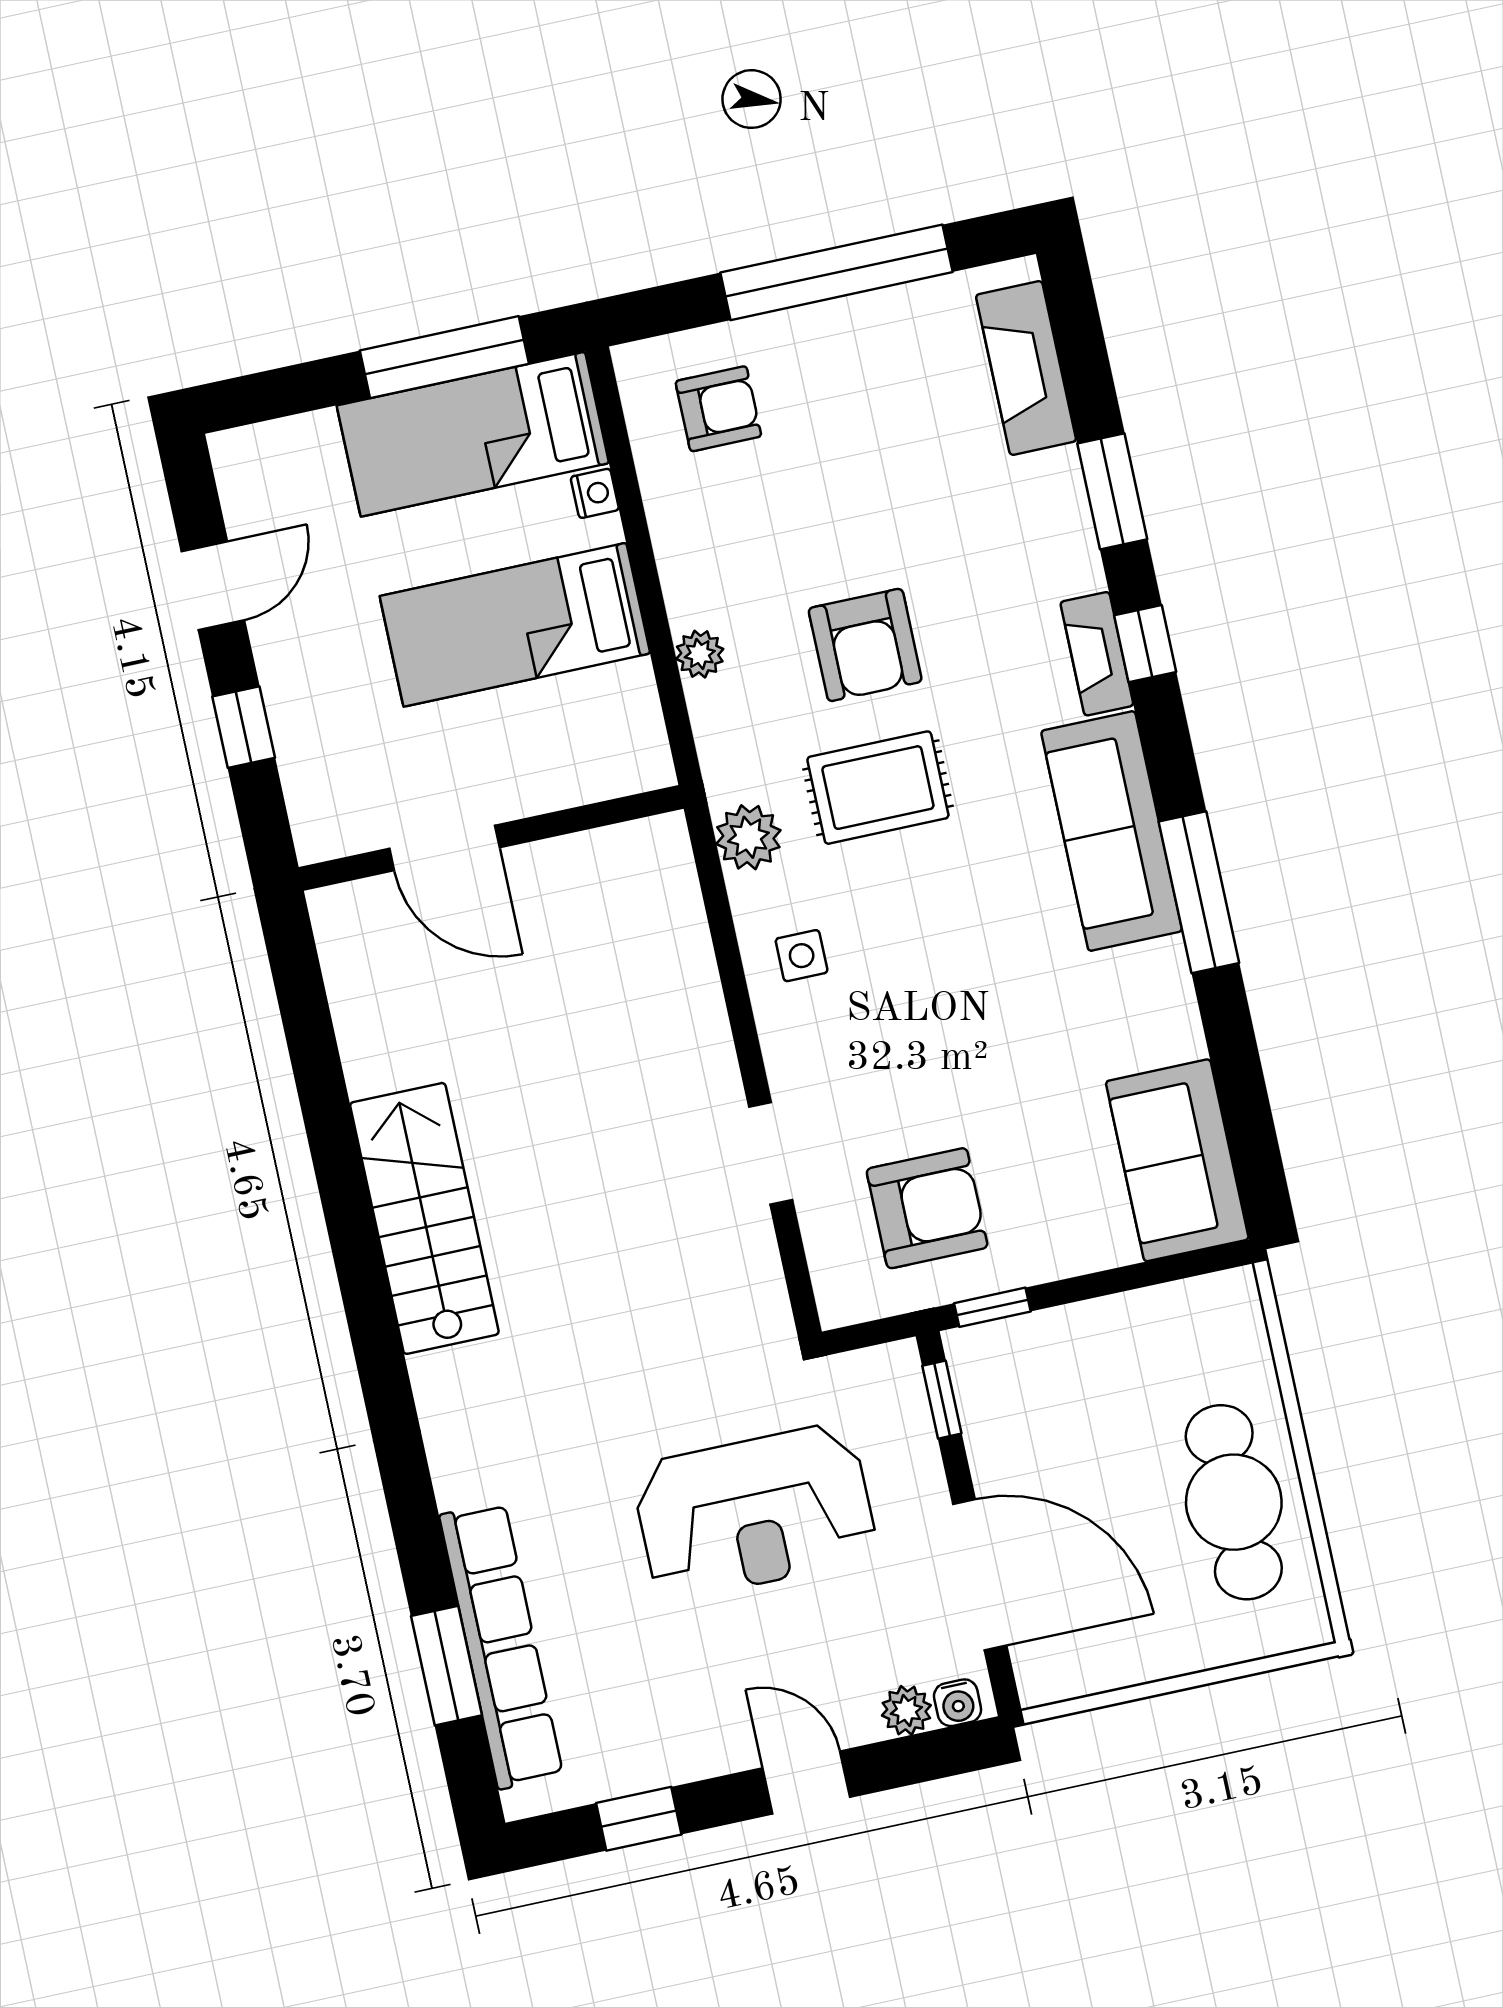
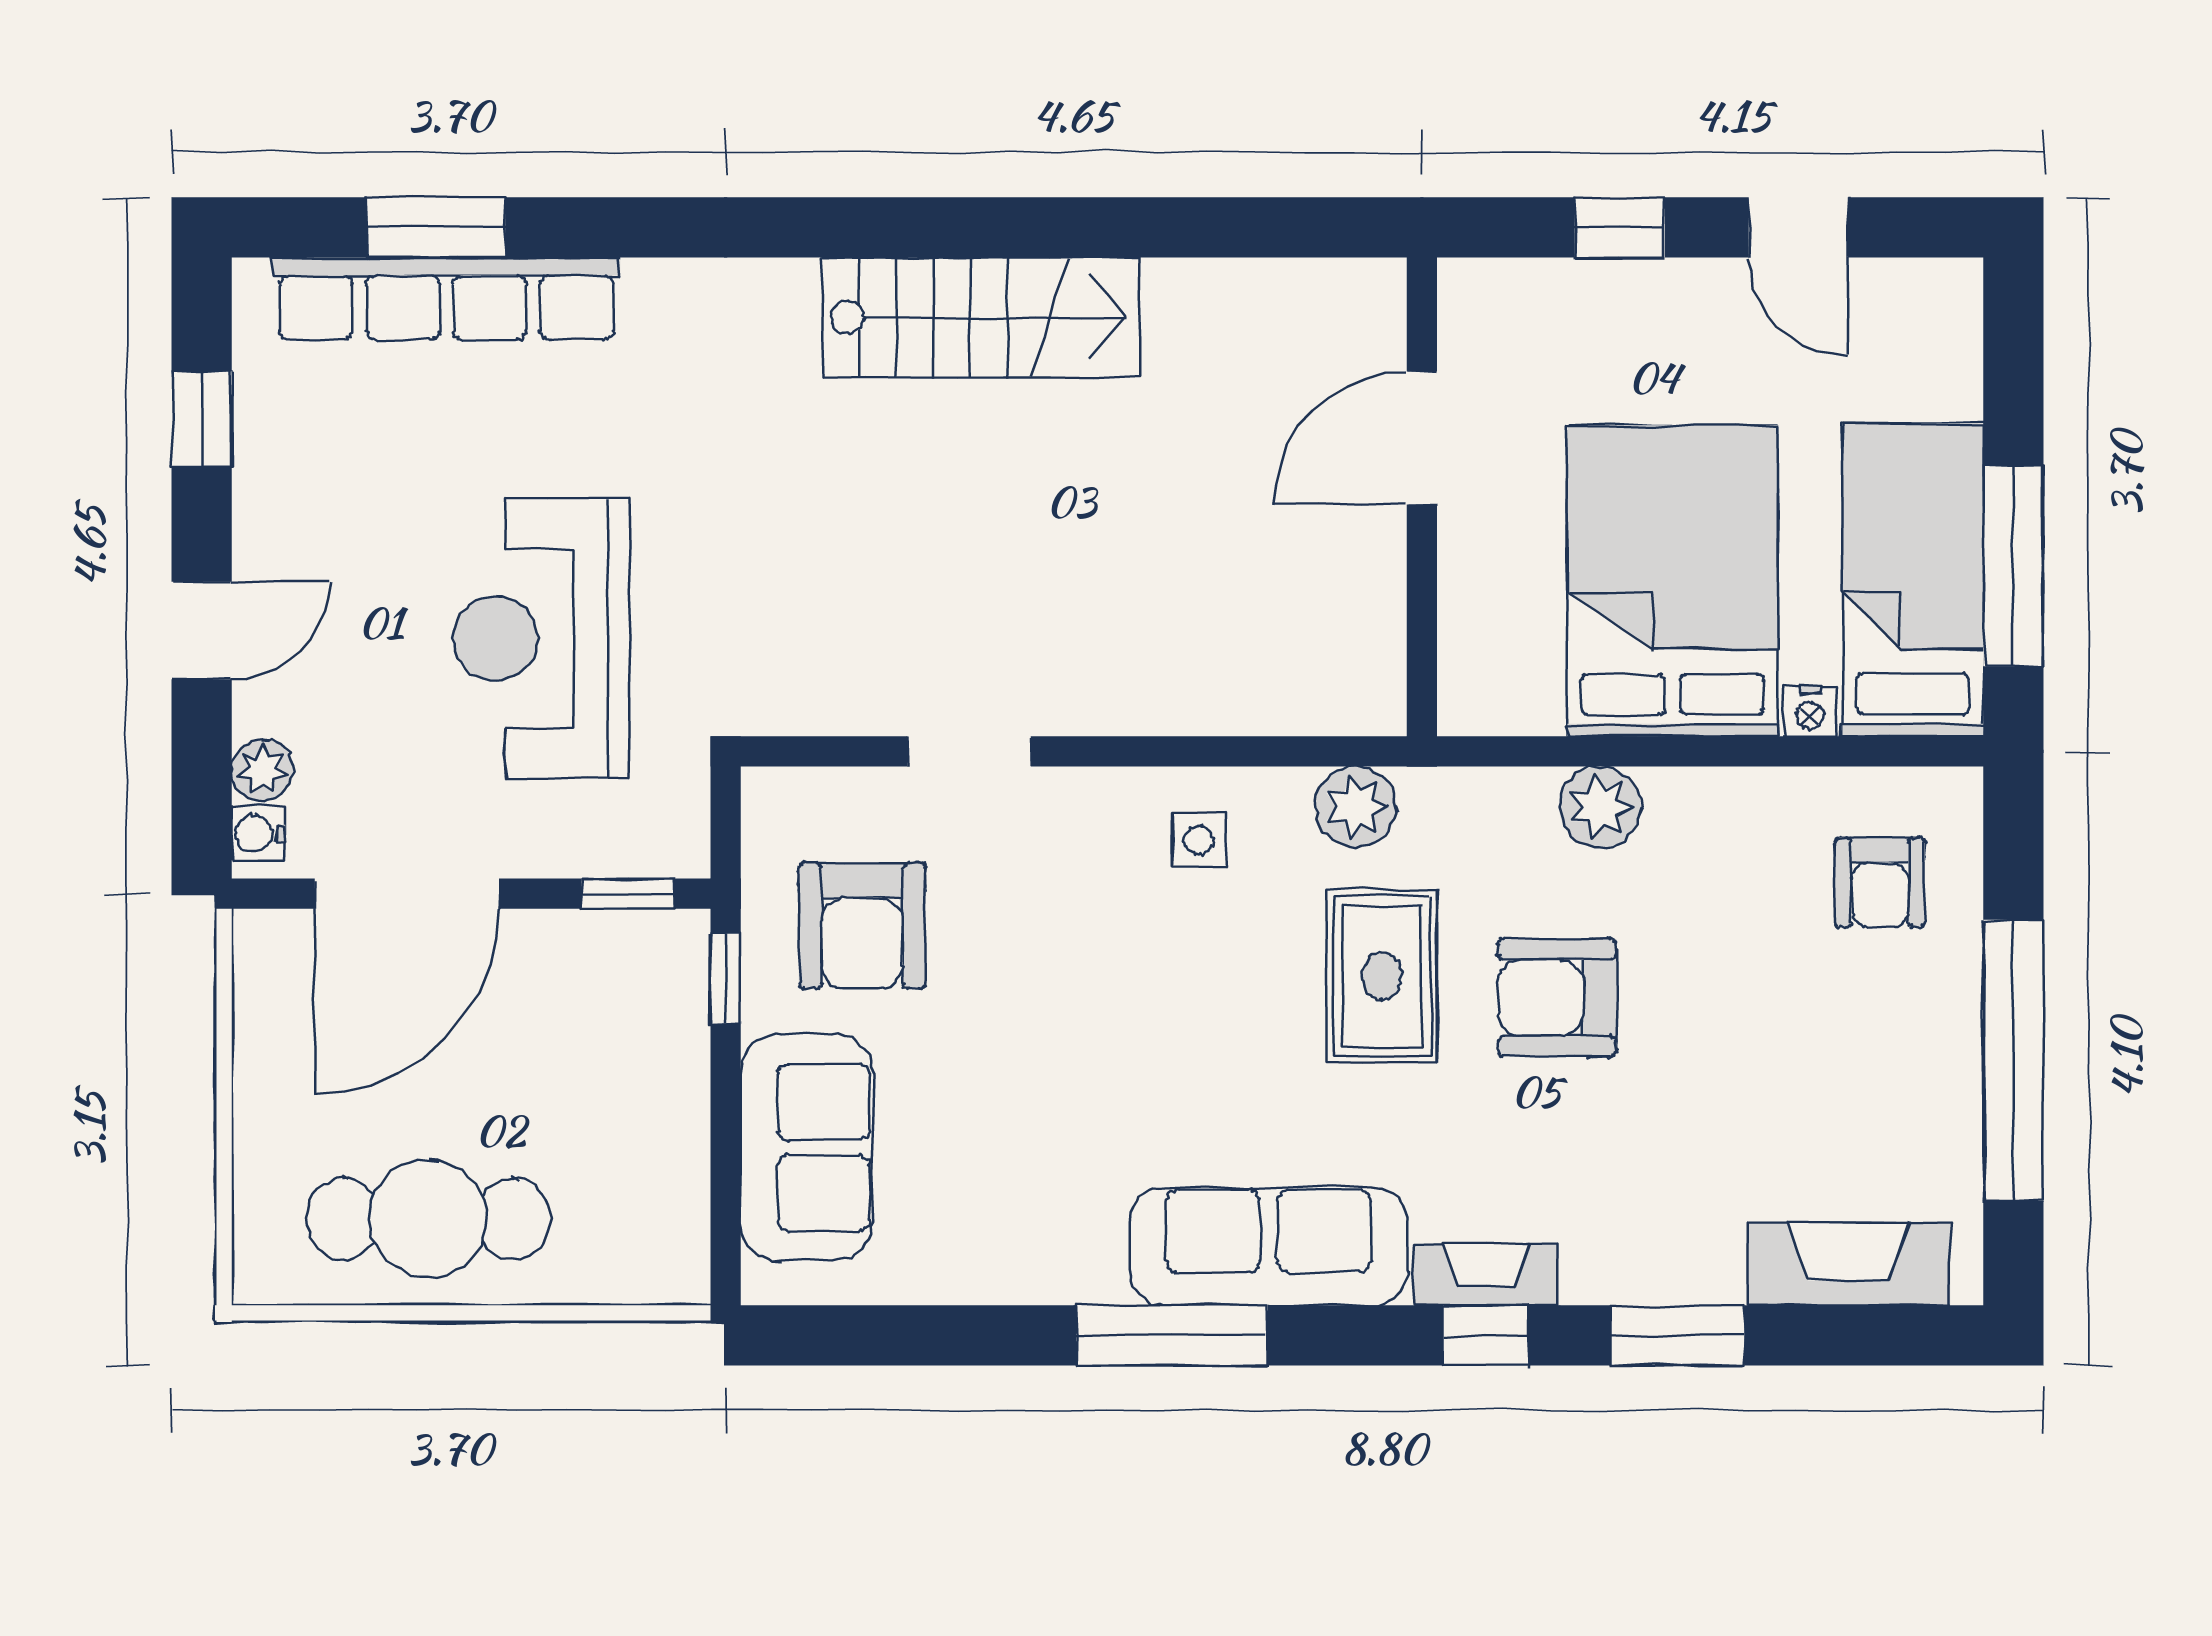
bed: (515, 625) -> (1673, 581), width x1.50
plant: (700, 654) -> (1600, 807), width x1.38, depth x1.38
sofa: (1177, 1160) -> (807, 1148), moved, turned 90

